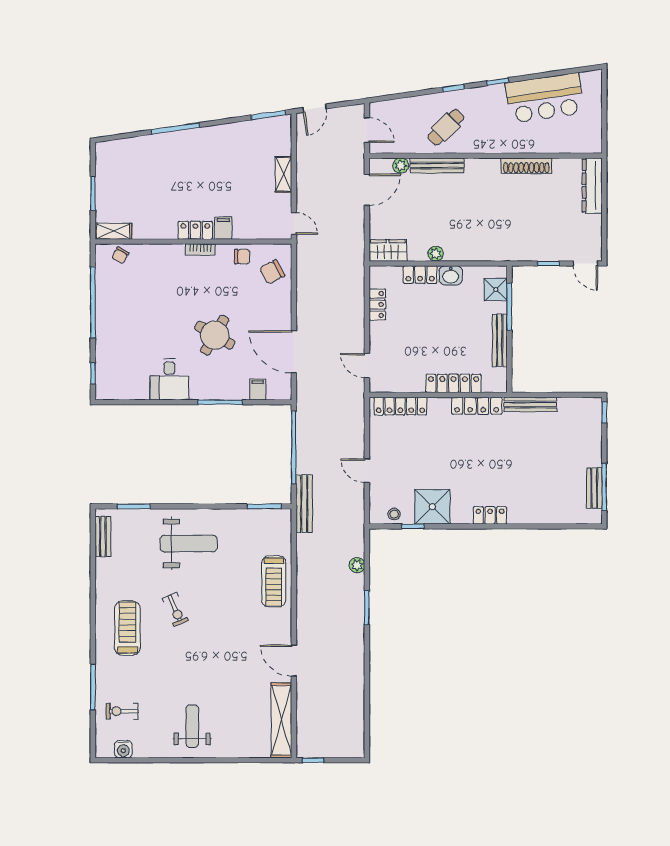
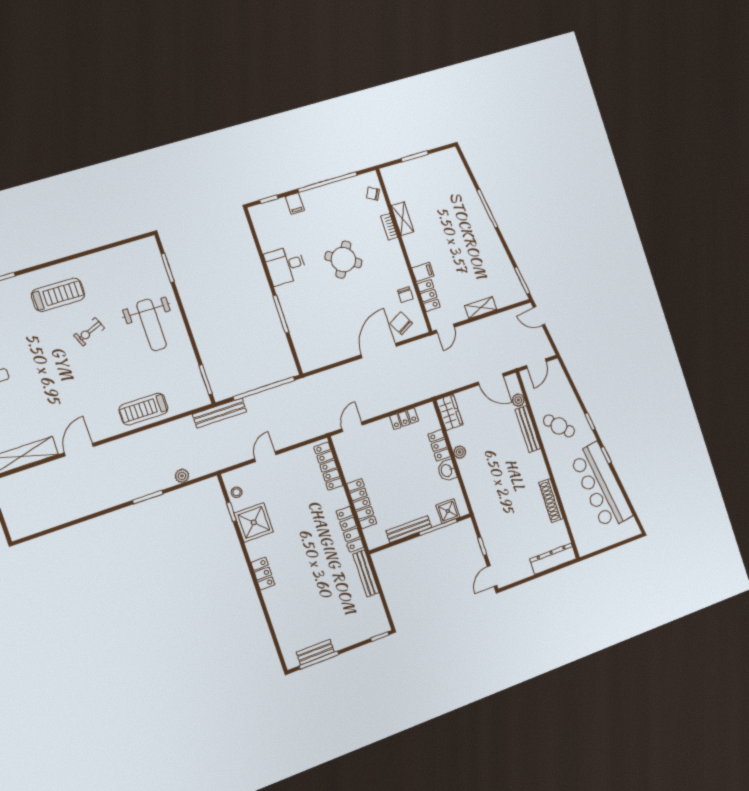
bar counter: (545, 98) -> (601, 486), width x1.36
locker: (195, 230) -> (429, 296), moved
shelving: (113, 231) -> (403, 219), moved
bookcase: (200, 250) -> (389, 227), moved
round table: (215, 335) -> (343, 260), moved
door: (294, 352) -> (379, 351), moved
filing cabinet: (258, 389) -> (295, 203), moved, turned 90
bench: (103, 537) -> (132, 249), removed

